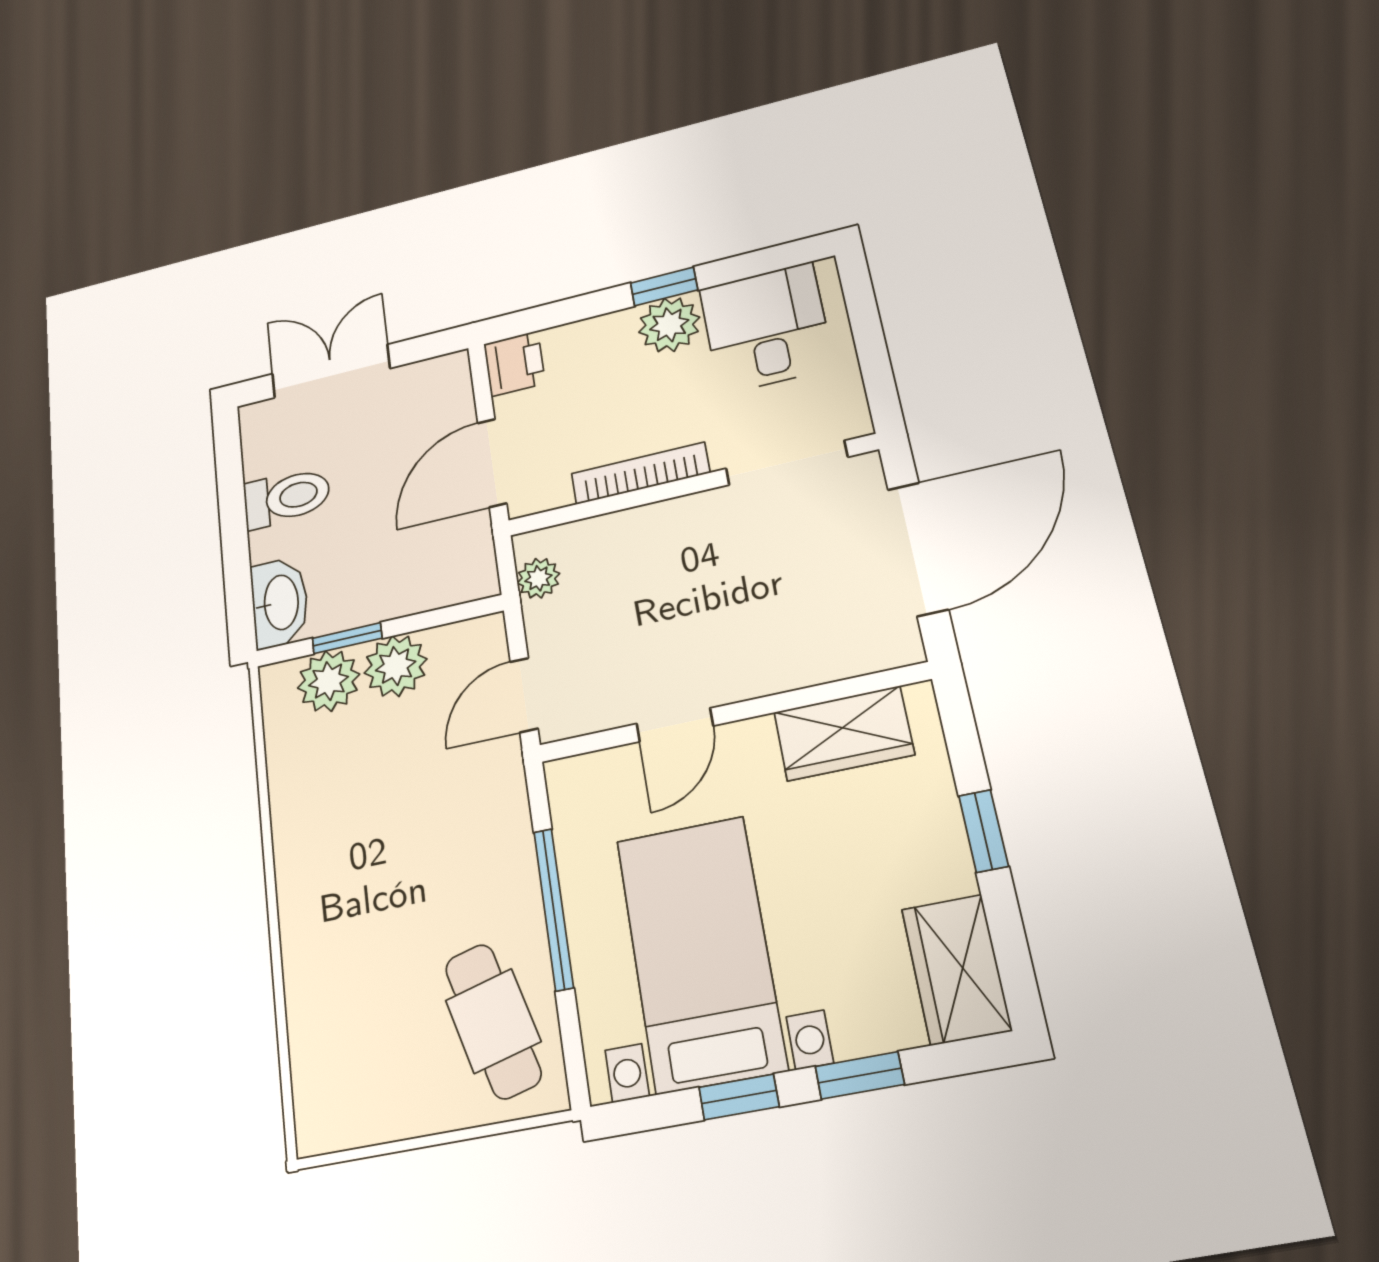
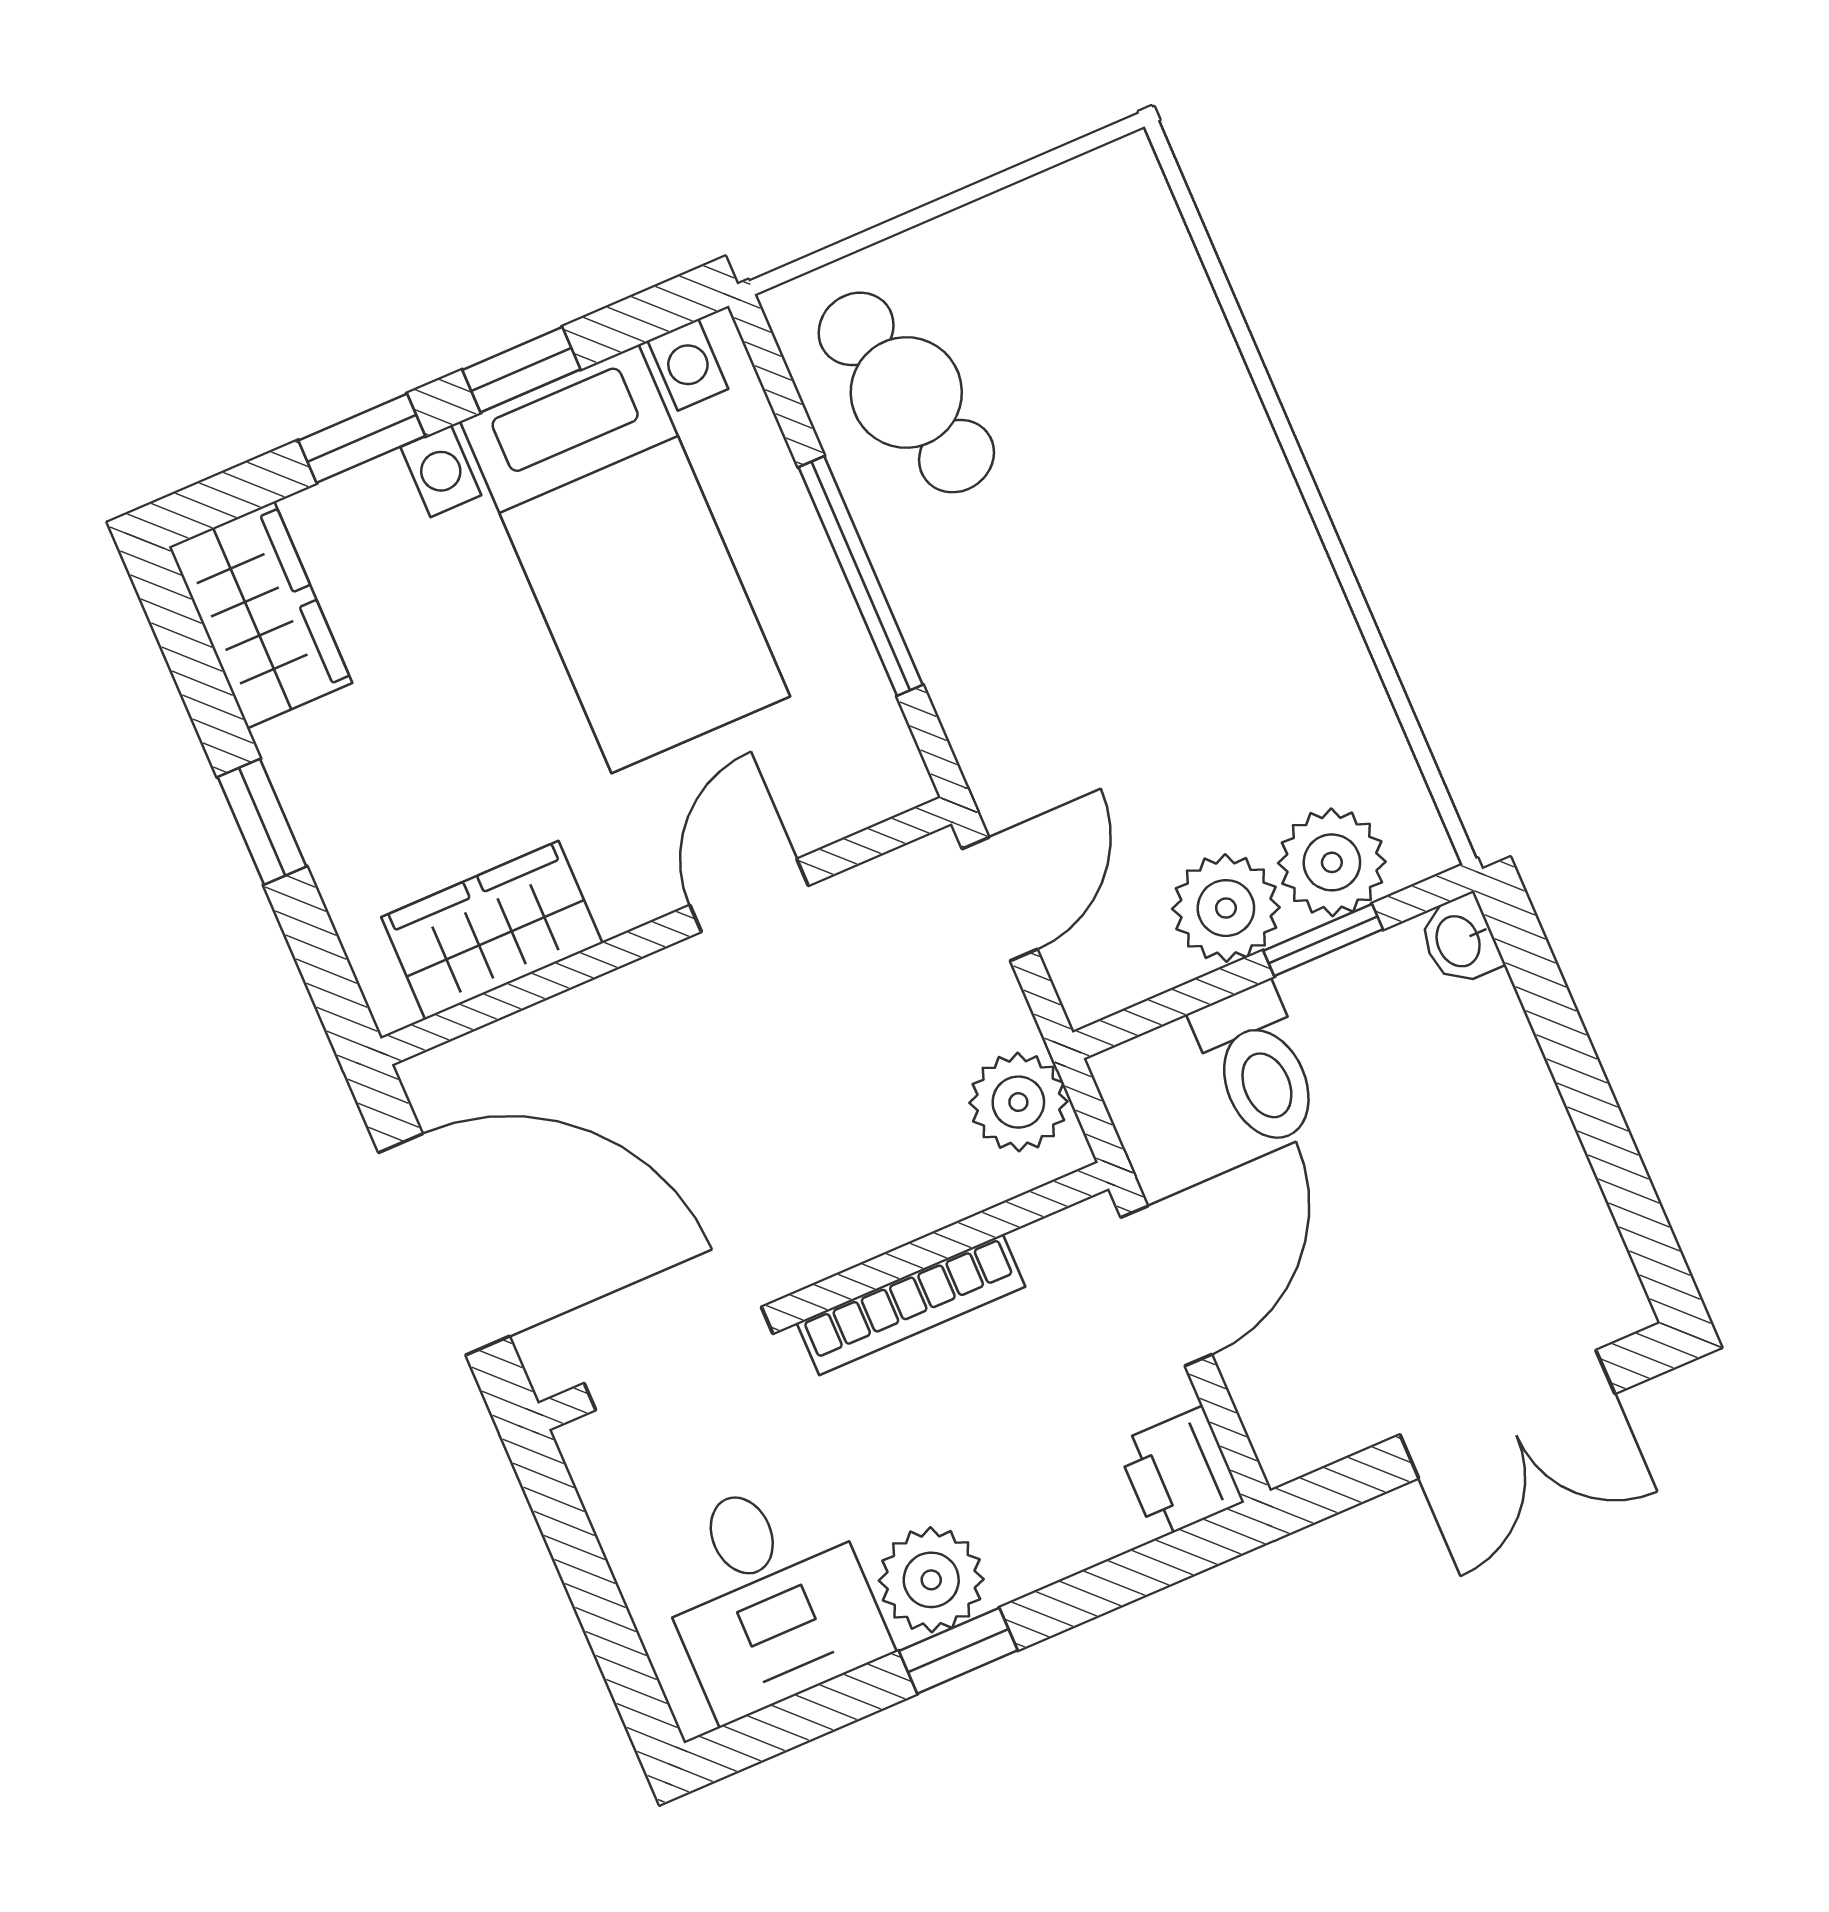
toilet: (287, 498) -> (1259, 1066), moved, turned -90
door: (918, 549) -> (444, 1244), swing flipped
plant: (538, 578) -> (1018, 1102), width x1.38, depth x1.38
washbasin: (280, 603) -> (1460, 940), width x0.52, depth x0.69

